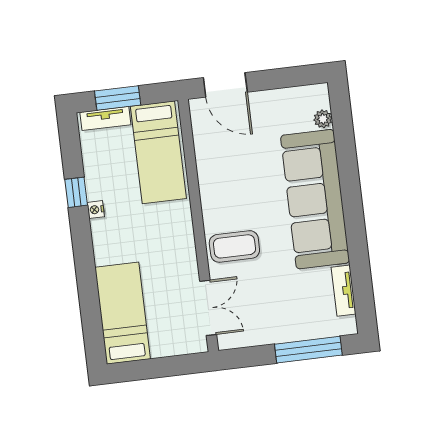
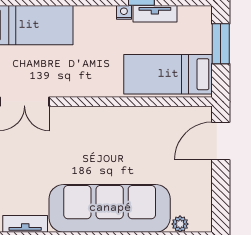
tv unit: (105, 118) -> (155, 14), moved, turned -90
coffee table: (234, 246) -> (76, 132), removed

